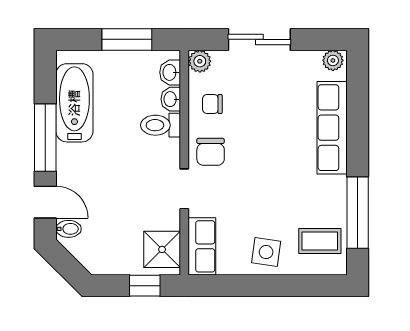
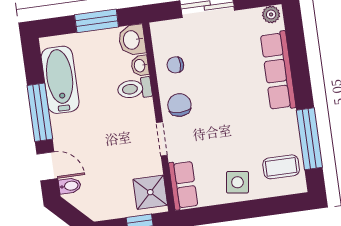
plant: (200, 61) -> (160, 31), removed
washbasin: (170, 72) -> (132, 40), width x1.38, depth x1.45
chair: (211, 152) -> (179, 105), turned 180

